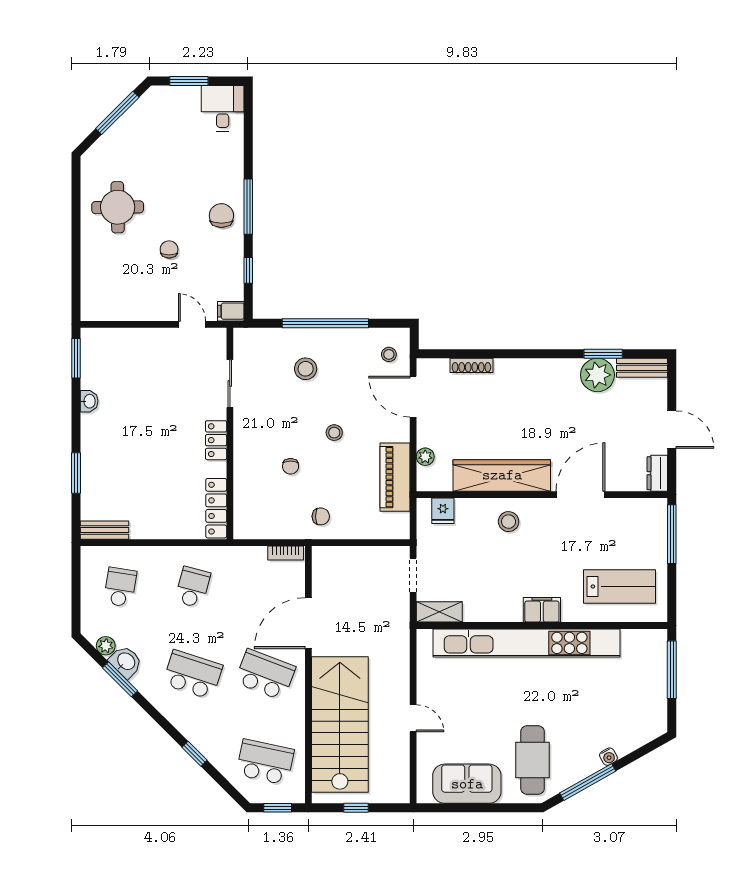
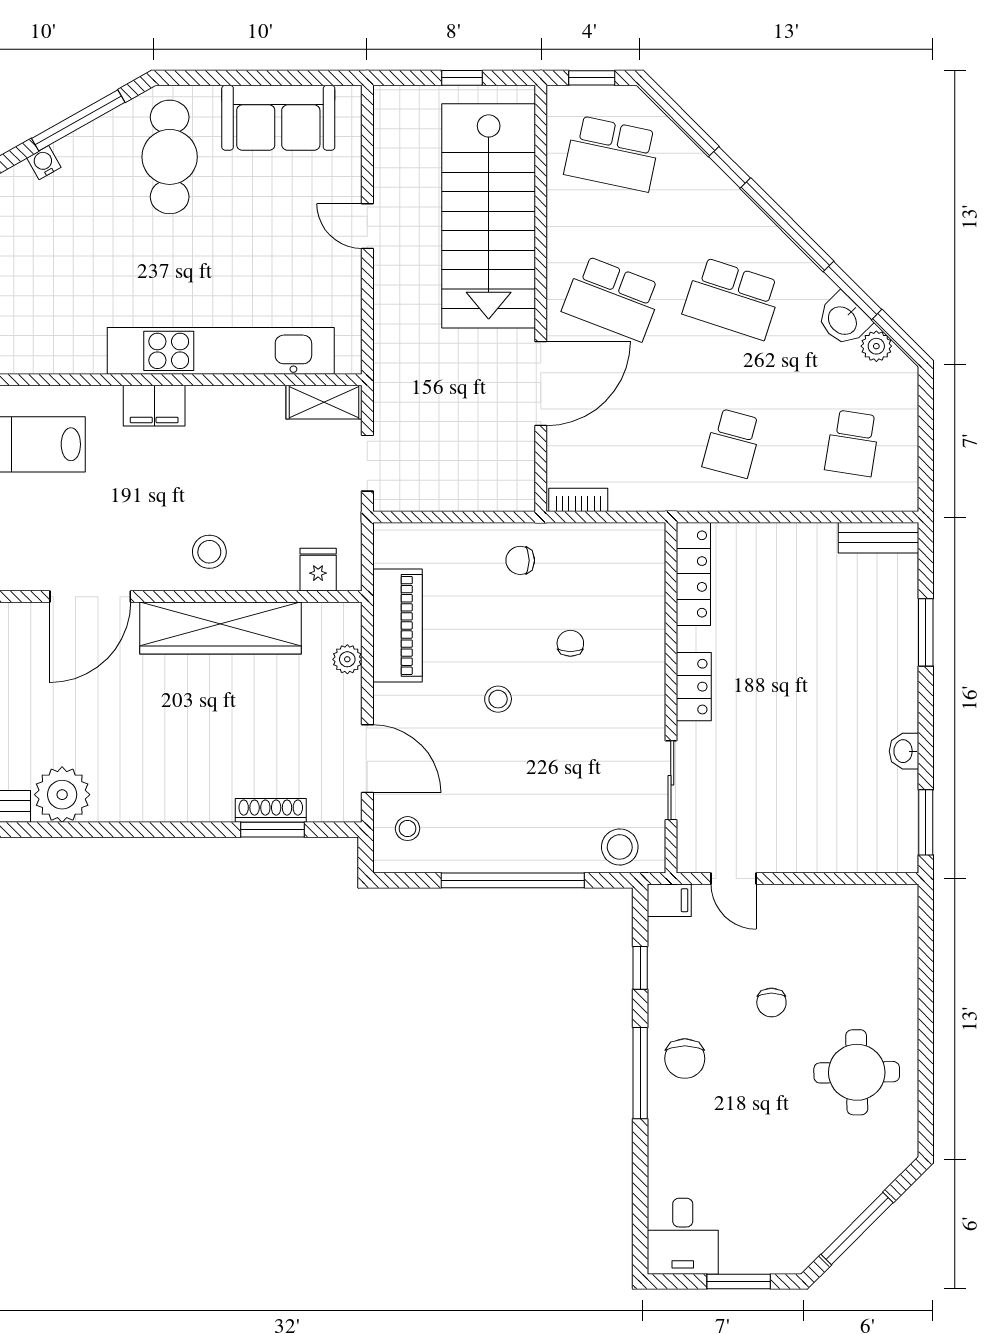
window: (603, 354) -> (272, 830), moved
stool: (306, 369) -> (620, 847), moved
kitchen unit: (526, 643) -> (221, 351), width x0.73

